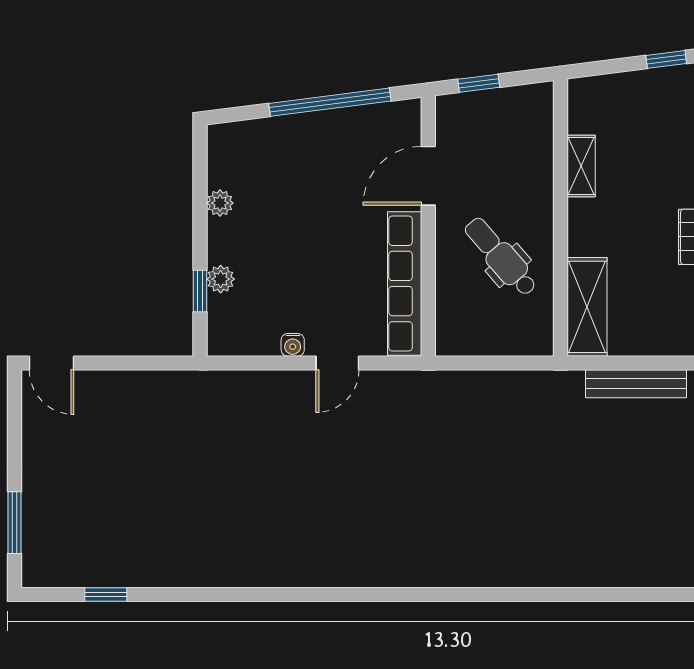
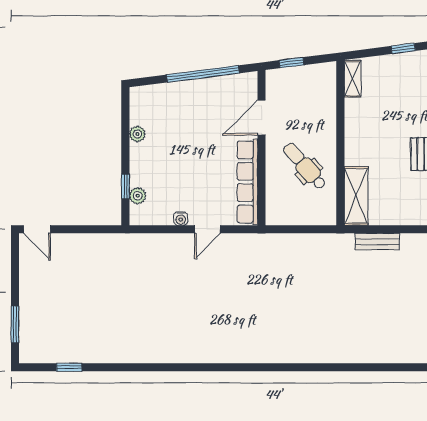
shelving: (581, 166) -> (353, 79), moved
plant: (221, 279) -> (138, 196), moved
bench: (636, 384) -> (377, 242), width x0.73

